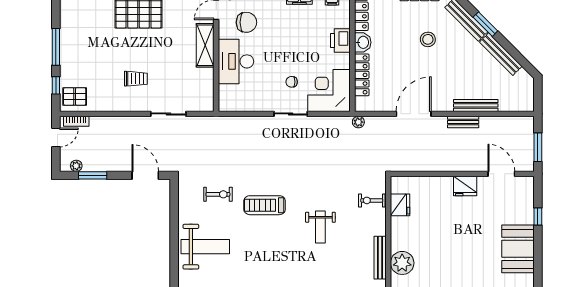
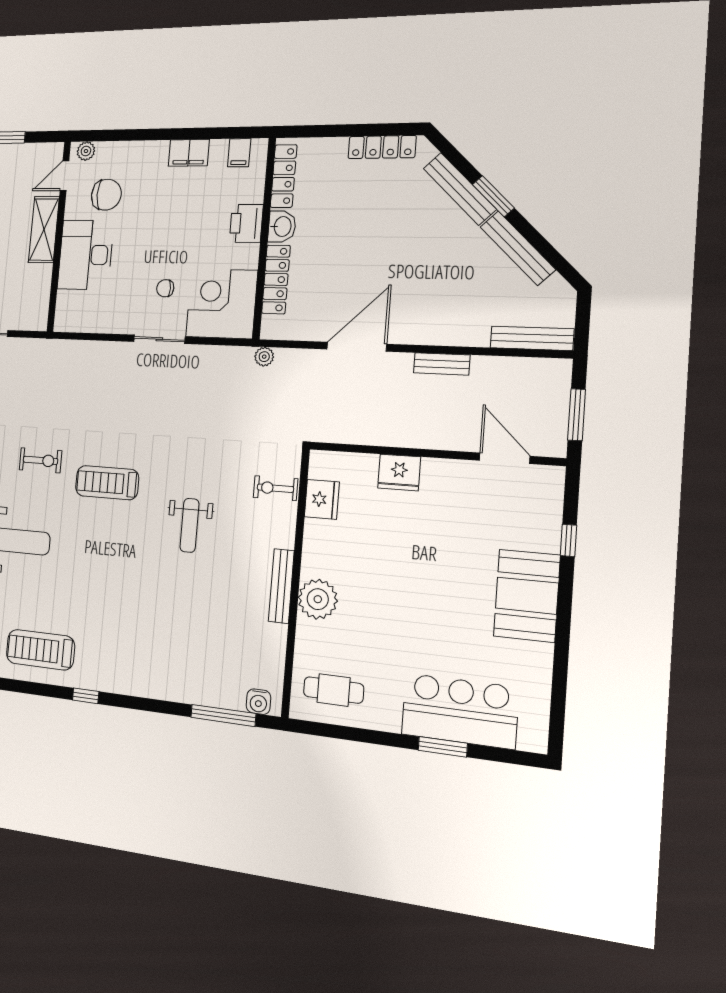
stool: (428, 39) -> (390, 222), removed
bench: (476, 105) -> (532, 338), moved
fridge: (465, 186) -> (399, 472), moved

